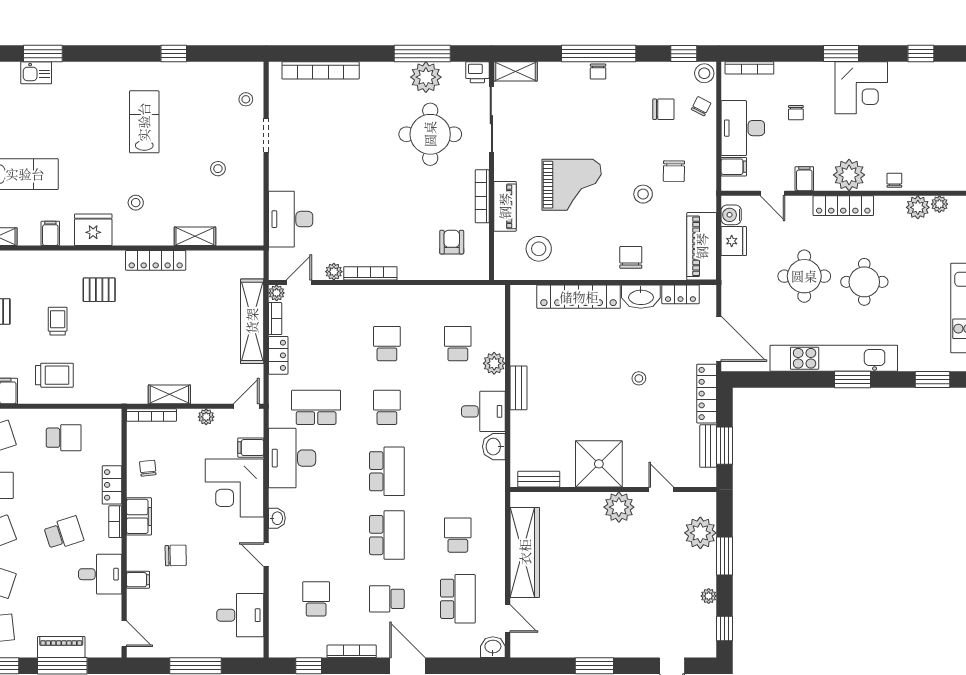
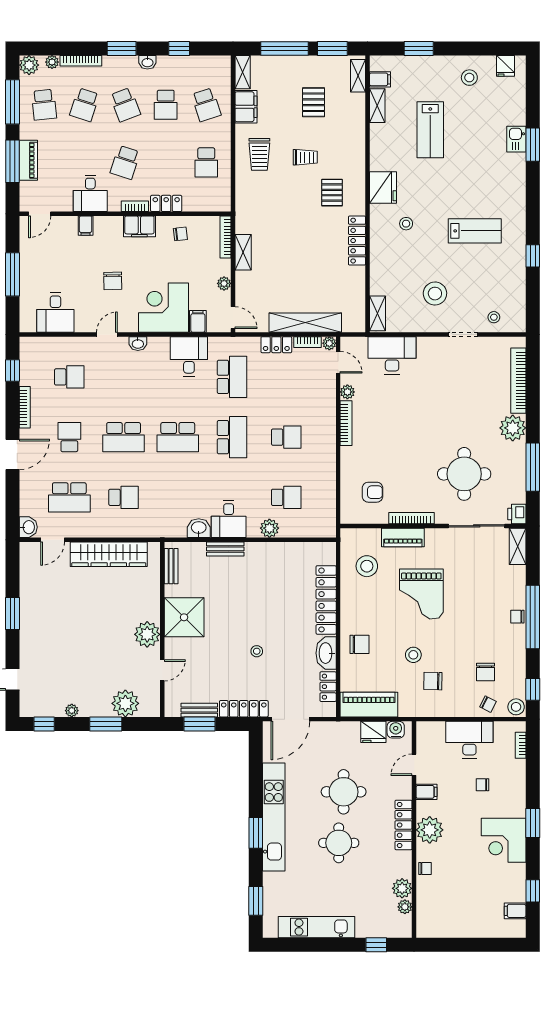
bookcase: (749, 68) -> (521, 745), width x0.64
plant: (426, 77) -> (513, 428), moved
filing cabinet: (734, 167) -> (515, 911), moved, turned 90
stool: (218, 169) -> (435, 294), width x1.89, depth x1.89
filing cabinet: (50, 233) -> (380, 151), removed
shelving: (195, 236) -> (377, 313), moved
bench: (519, 388) -> (225, 549), moved
school desk: (387, 407) -> (232, 437), width x1.85
desk: (292, 458) -> (189, 357), width x0.73
school desk: (64, 533) -> (125, 162), turned 36
chair: (176, 555) -> (113, 281), moved

